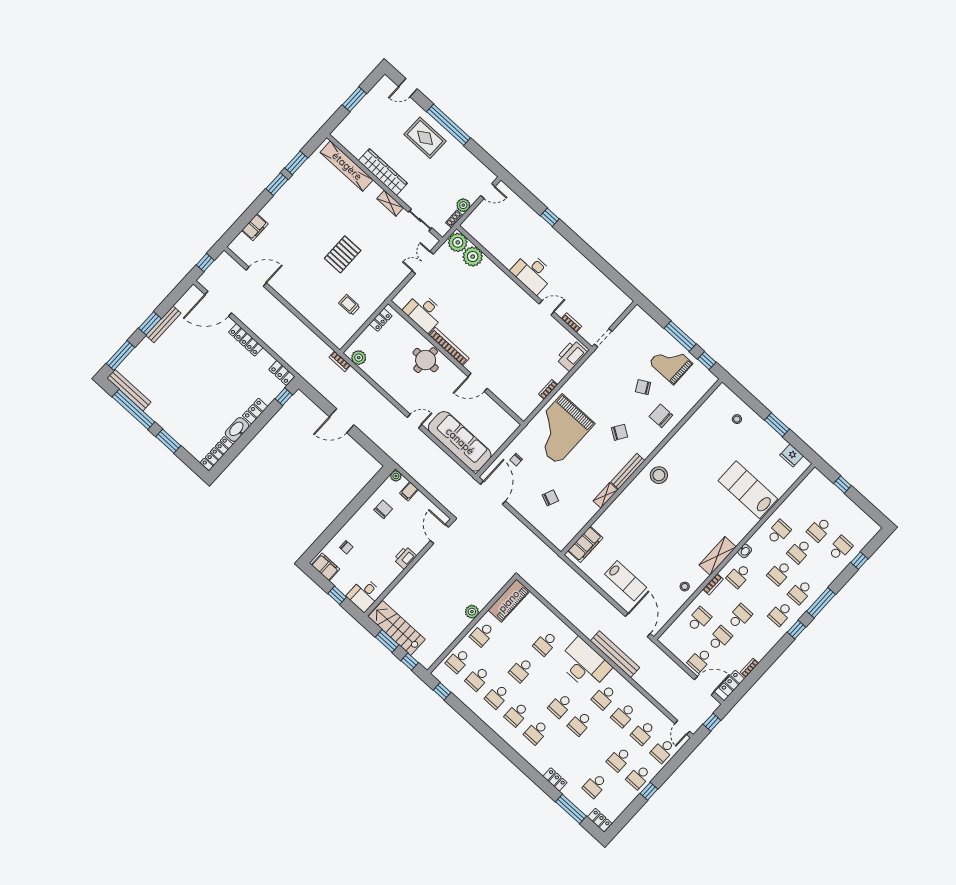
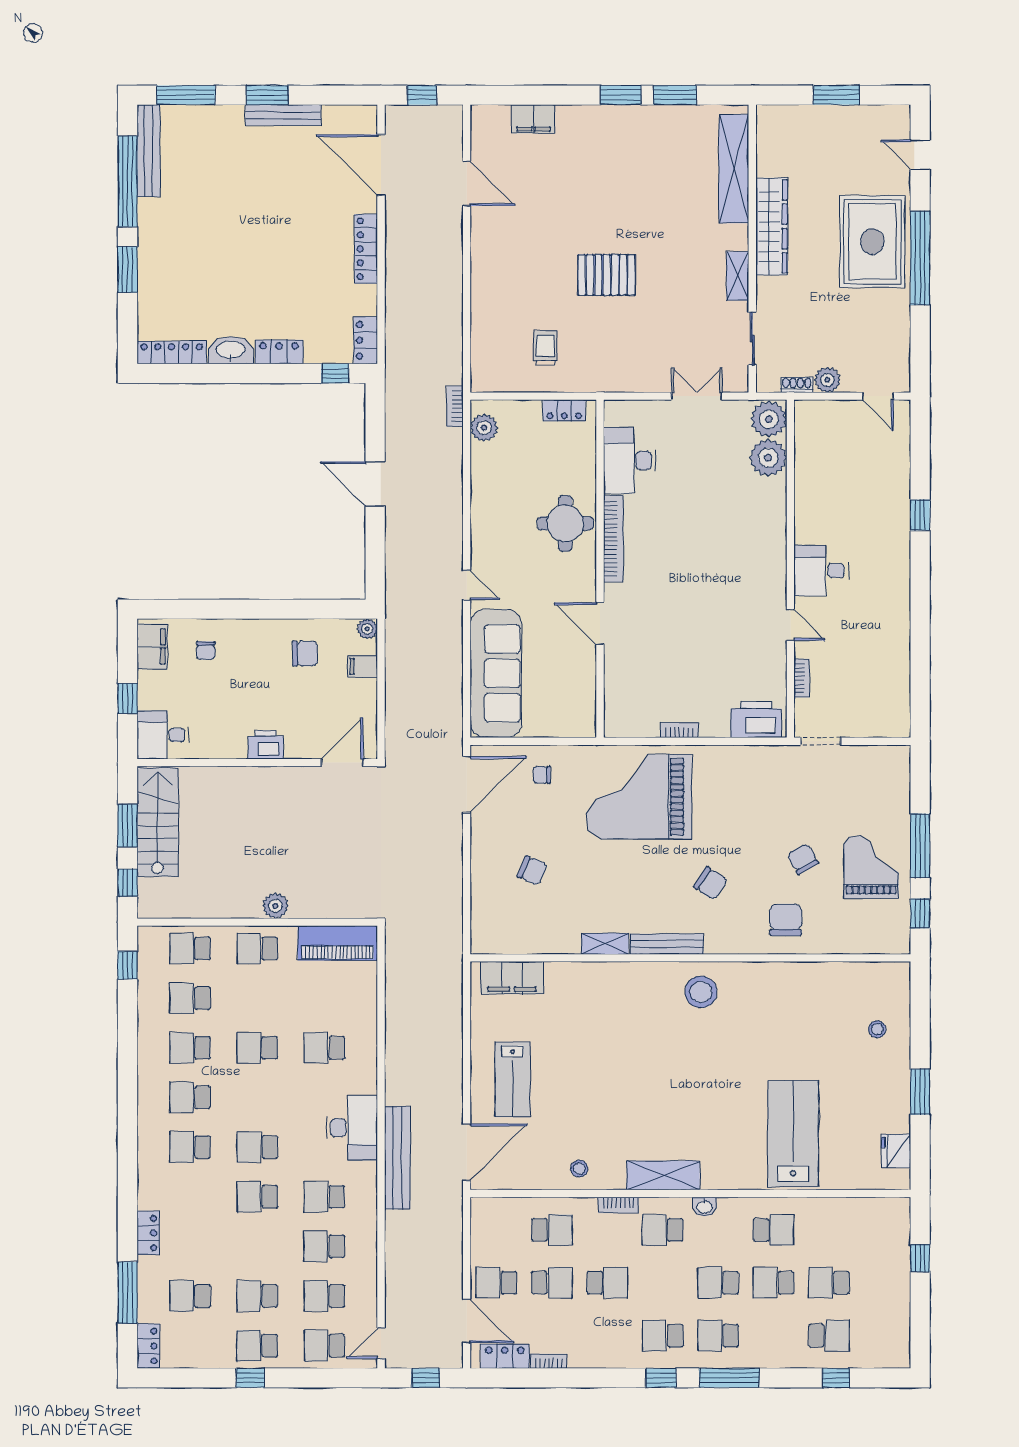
rug: (425, 138) -> (872, 242), width x1.37, depth x1.44
desk: (532, 273) -> (821, 571), width x0.73
desk: (584, 664) -> (352, 1128), width x0.73, depth x0.77

